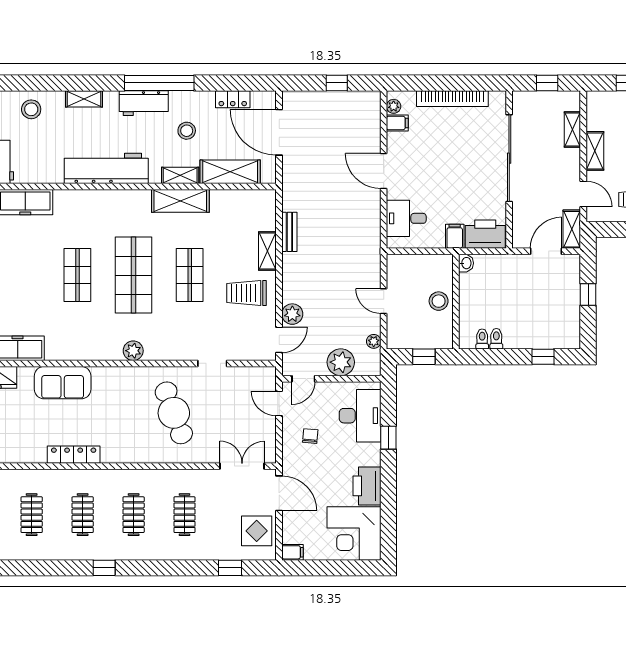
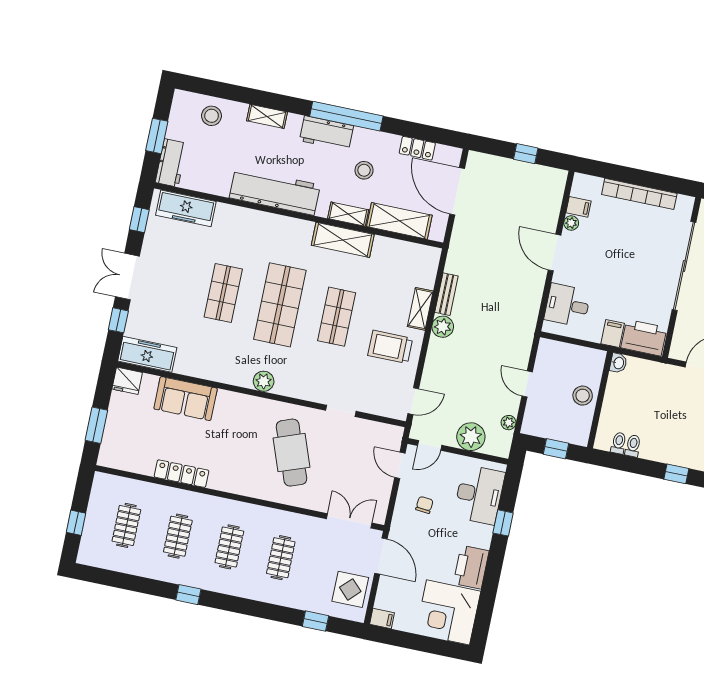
plant: (394, 106) -> (571, 223), moved
plant: (292, 314) -> (443, 327), moved

